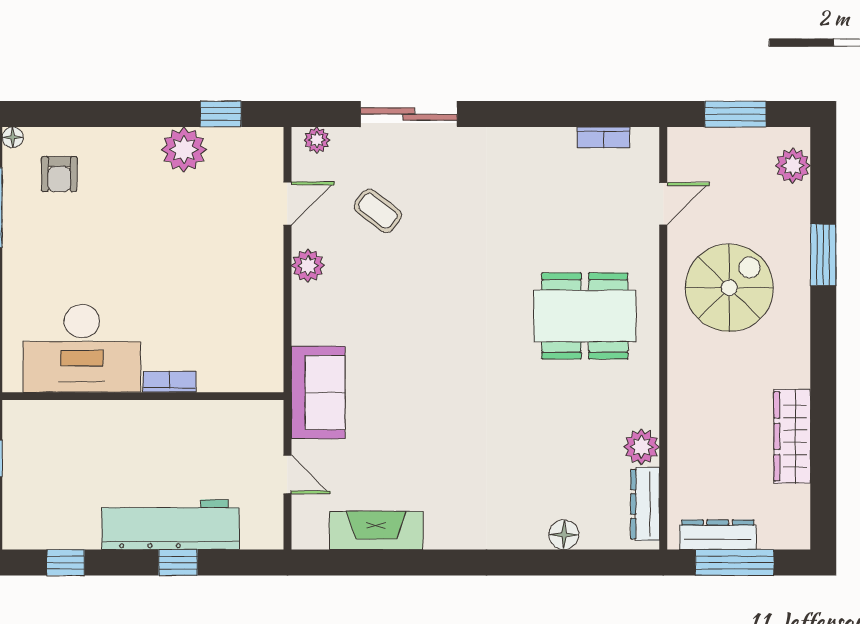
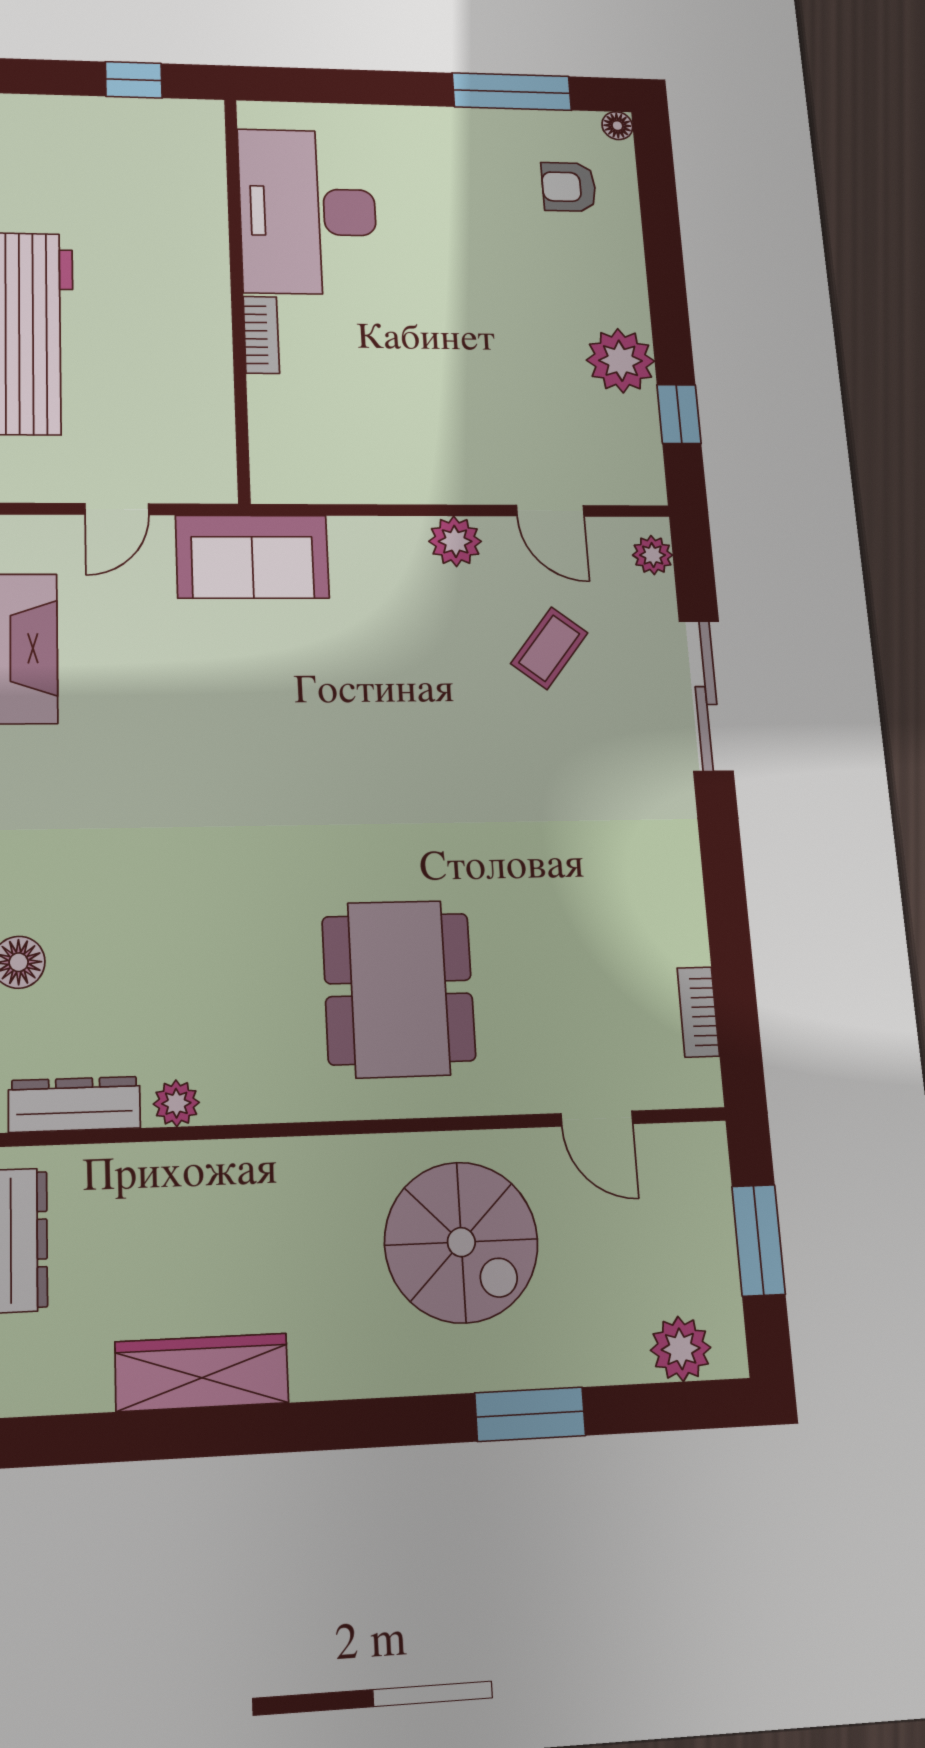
plant: (641, 447) -> (176, 1103), width x0.73, depth x0.73

